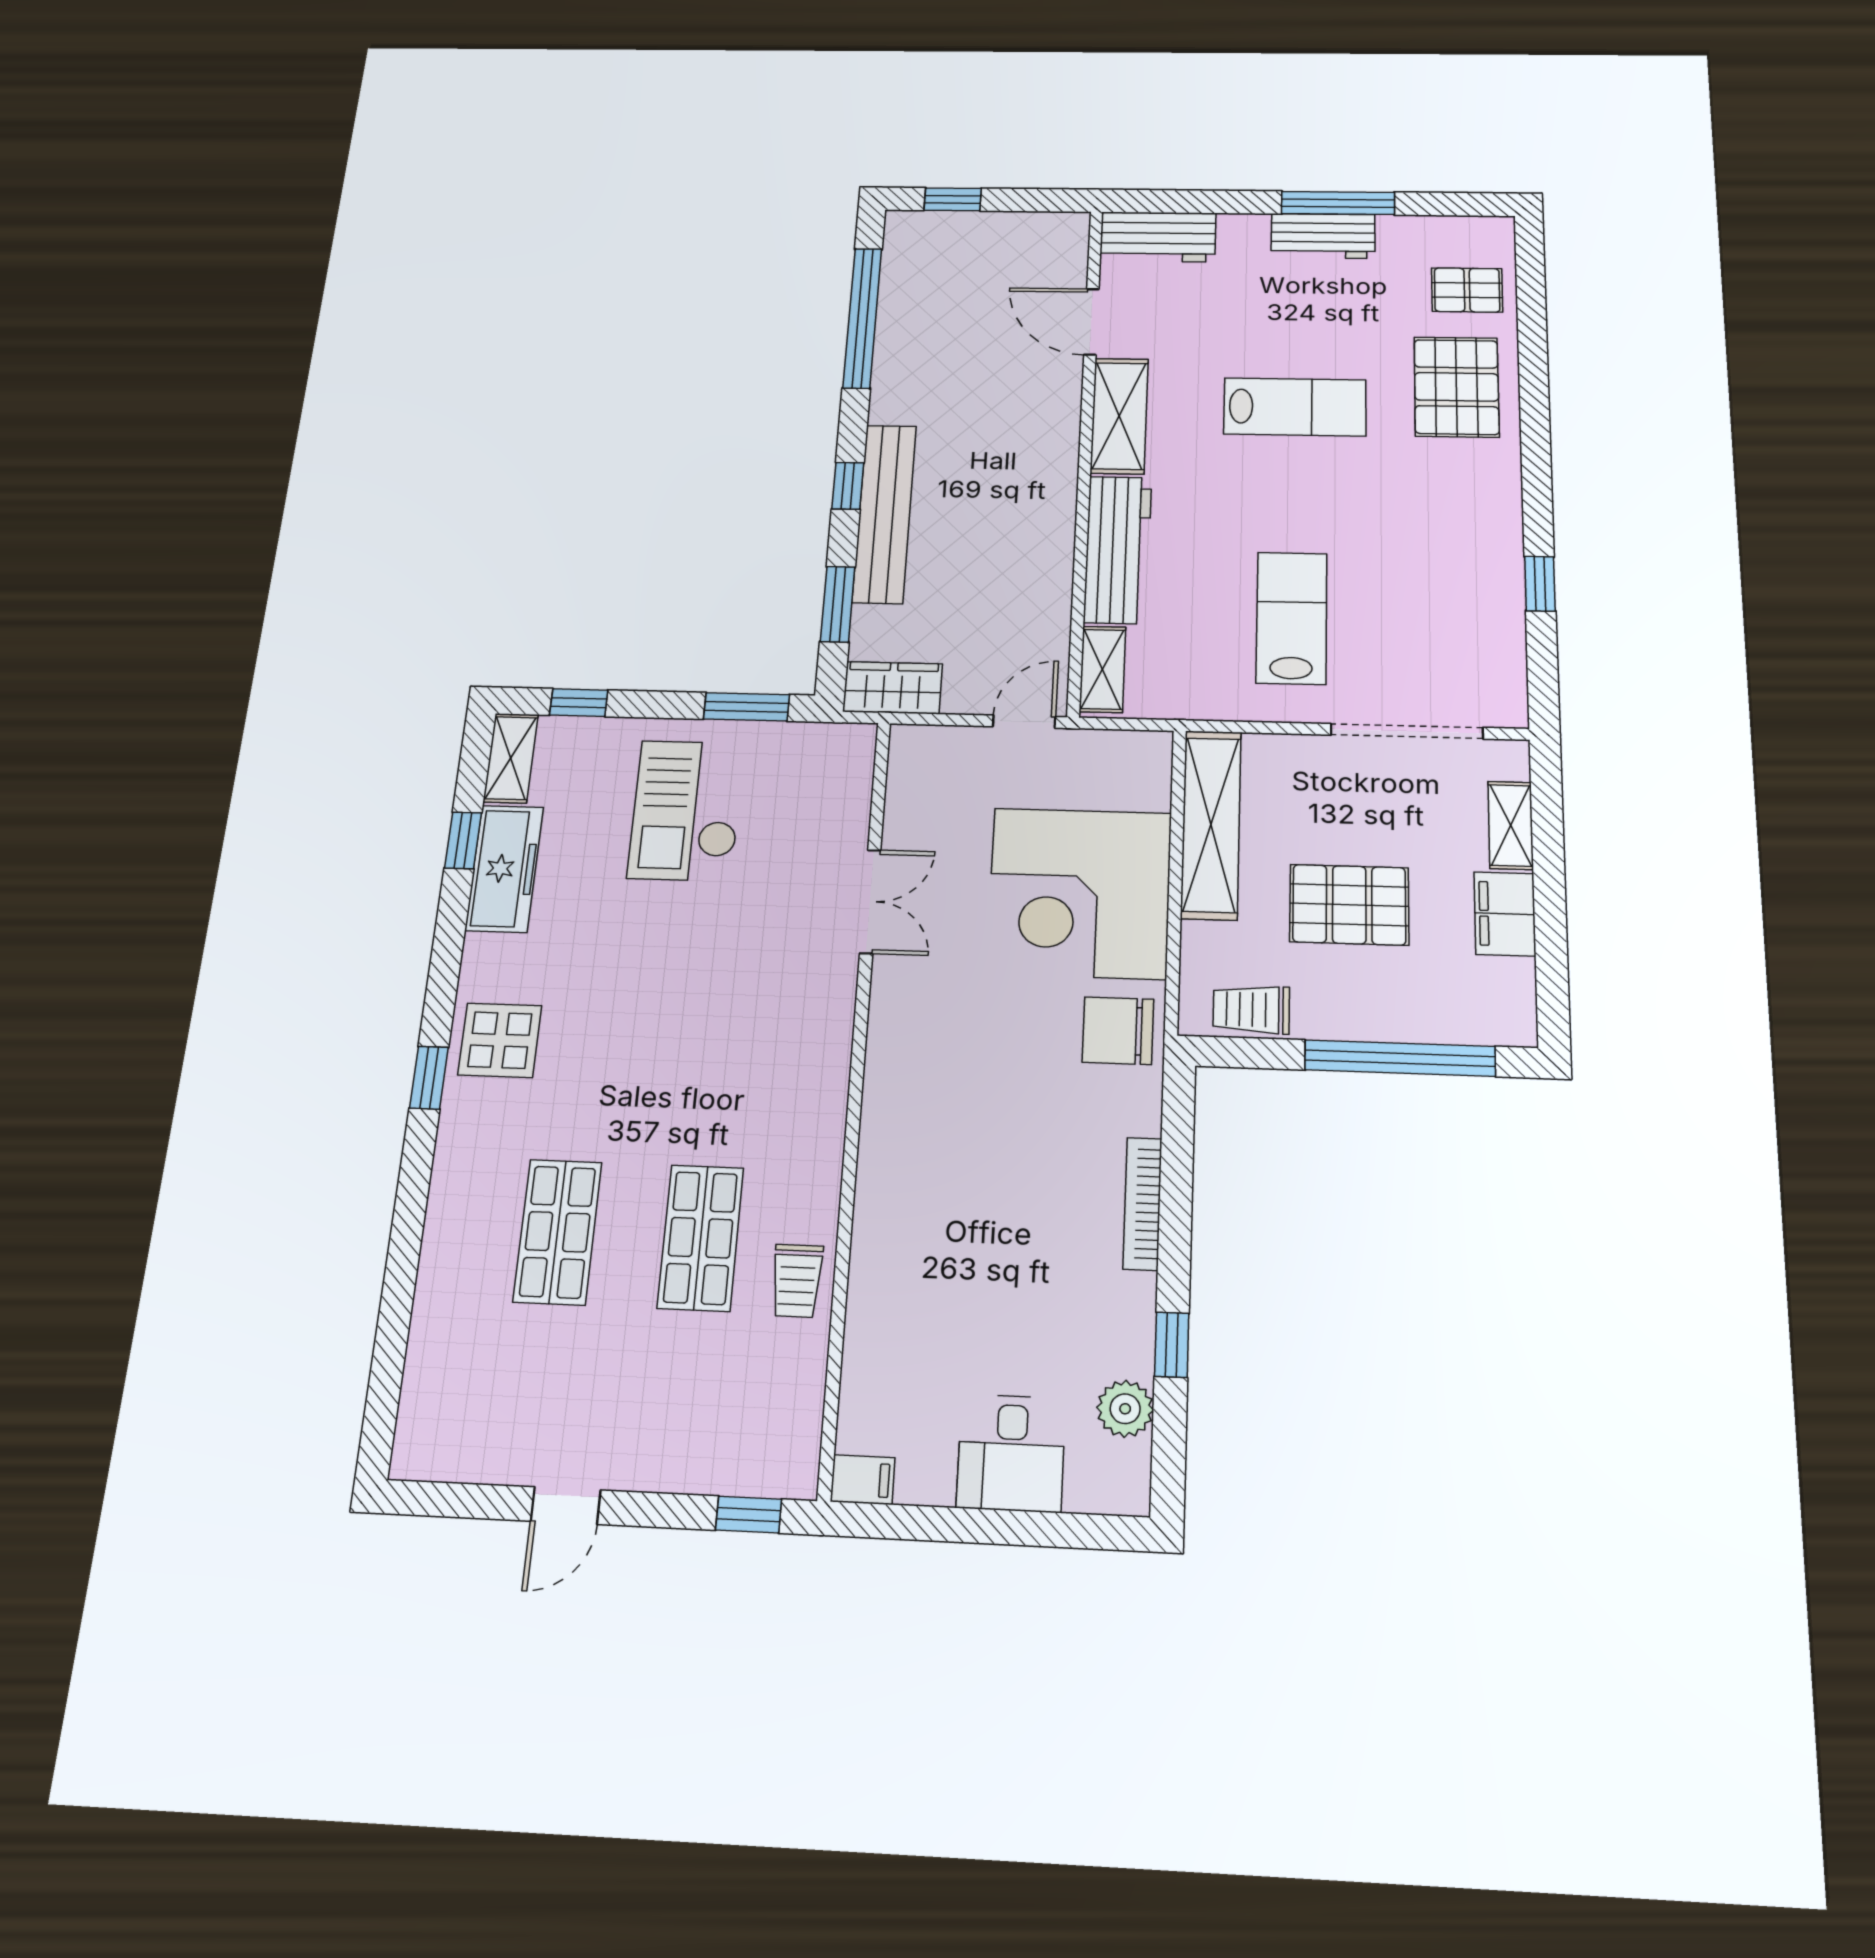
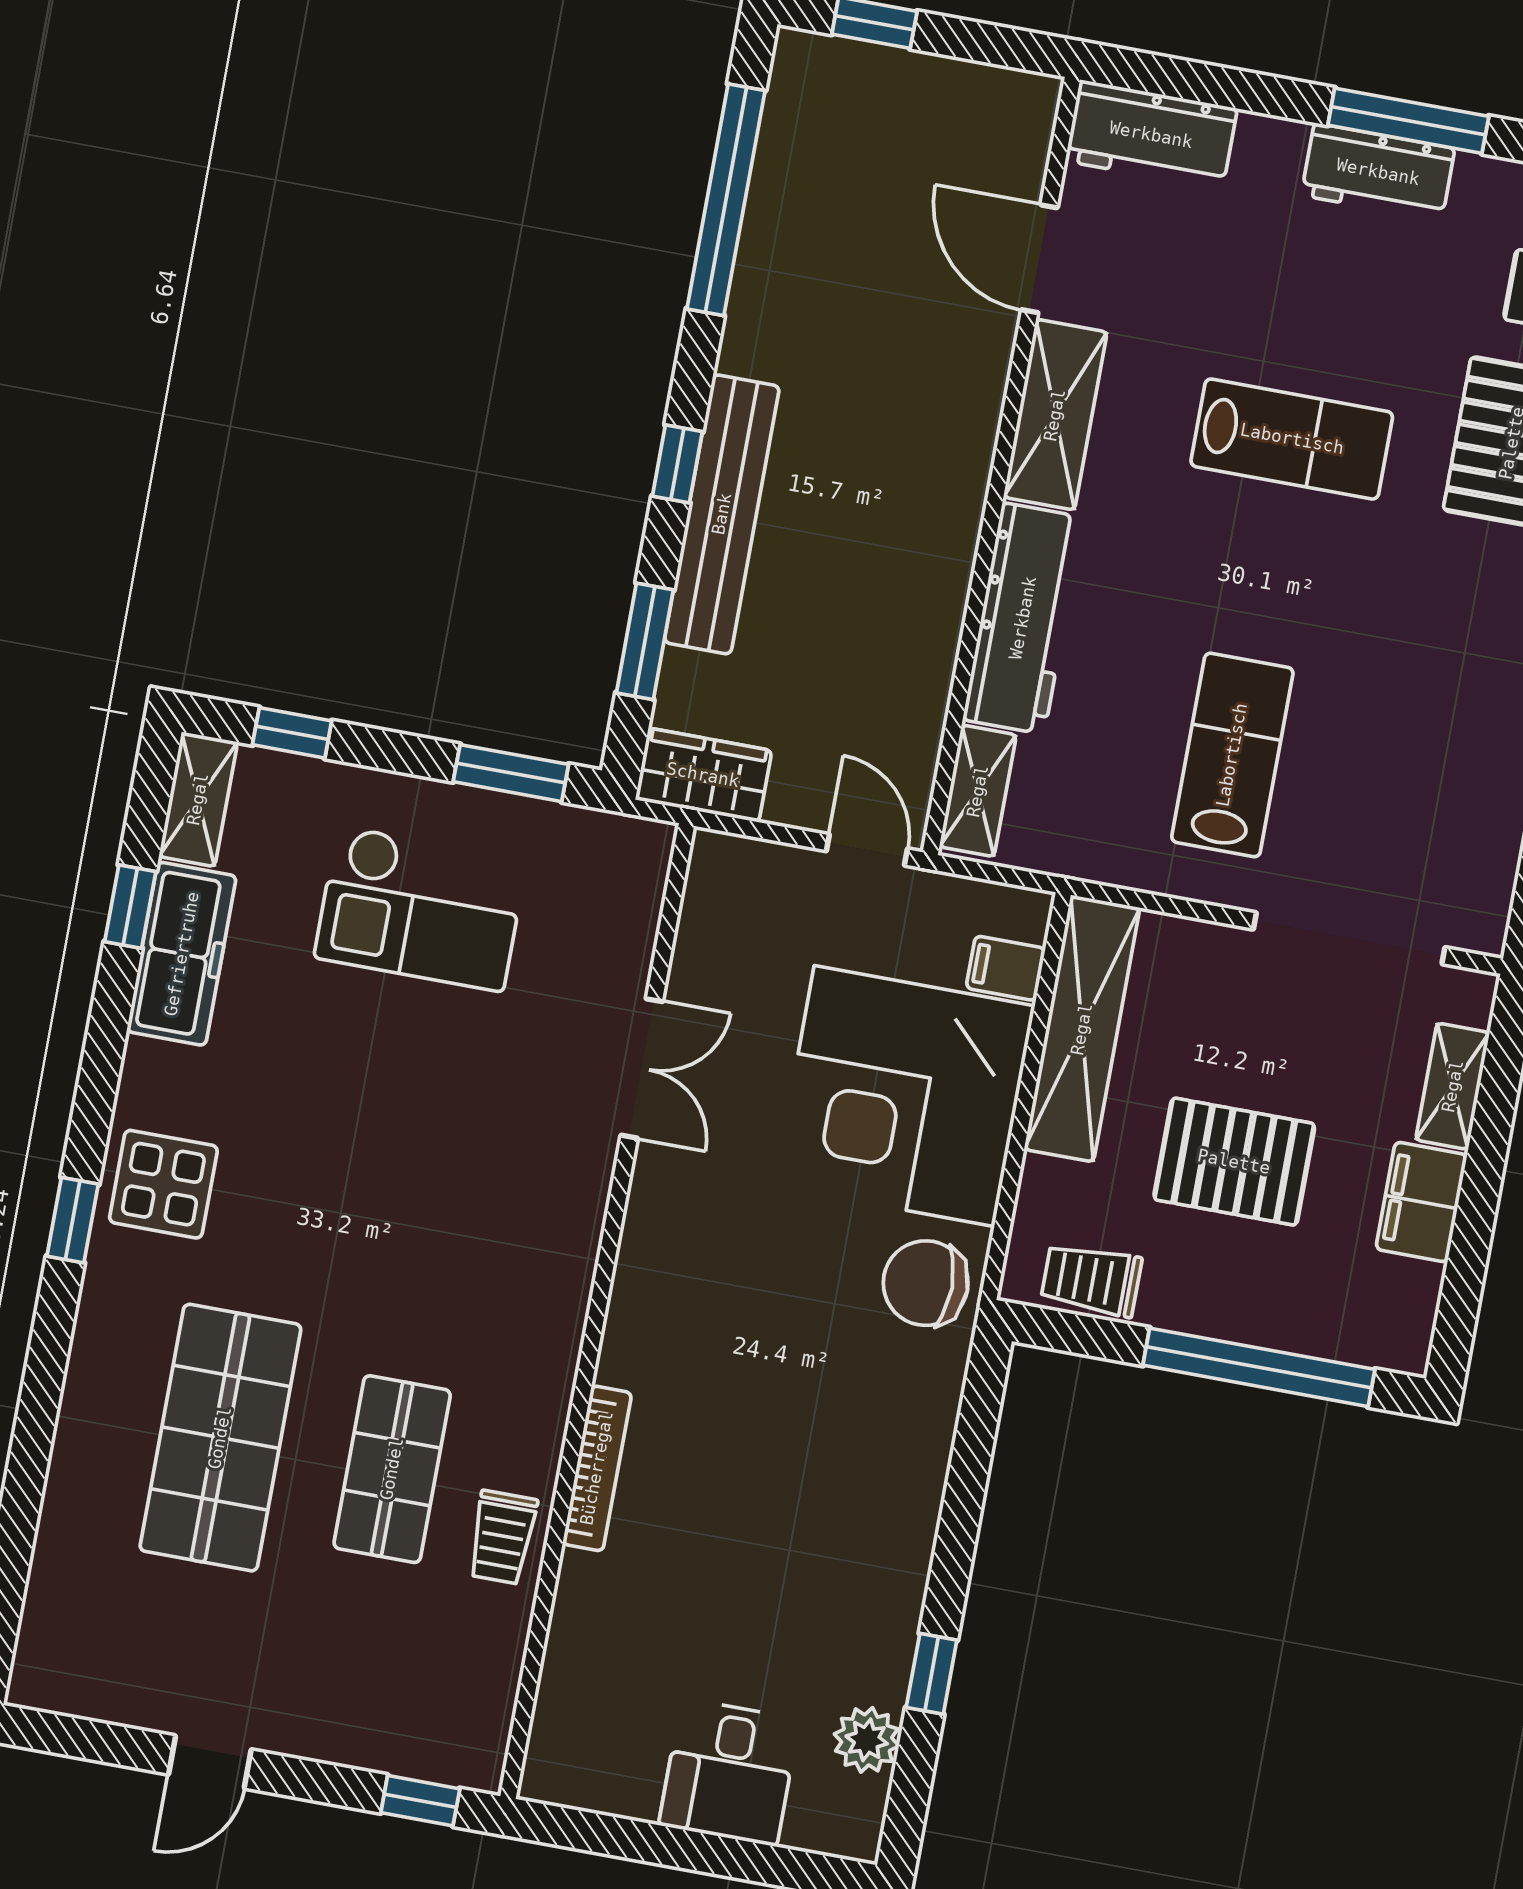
door: (1024, 722) -> (867, 850), hinge flipped
checkout: (686, 810) -> (421, 908), turned -90
bookcase: (1142, 1203) -> (597, 1468), moved, turned 180
shop shelf: (558, 1232) -> (220, 1438), width x1.43, depth x1.36
filing cabinet: (863, 1480) -> (1006, 968), moved, turned 180

